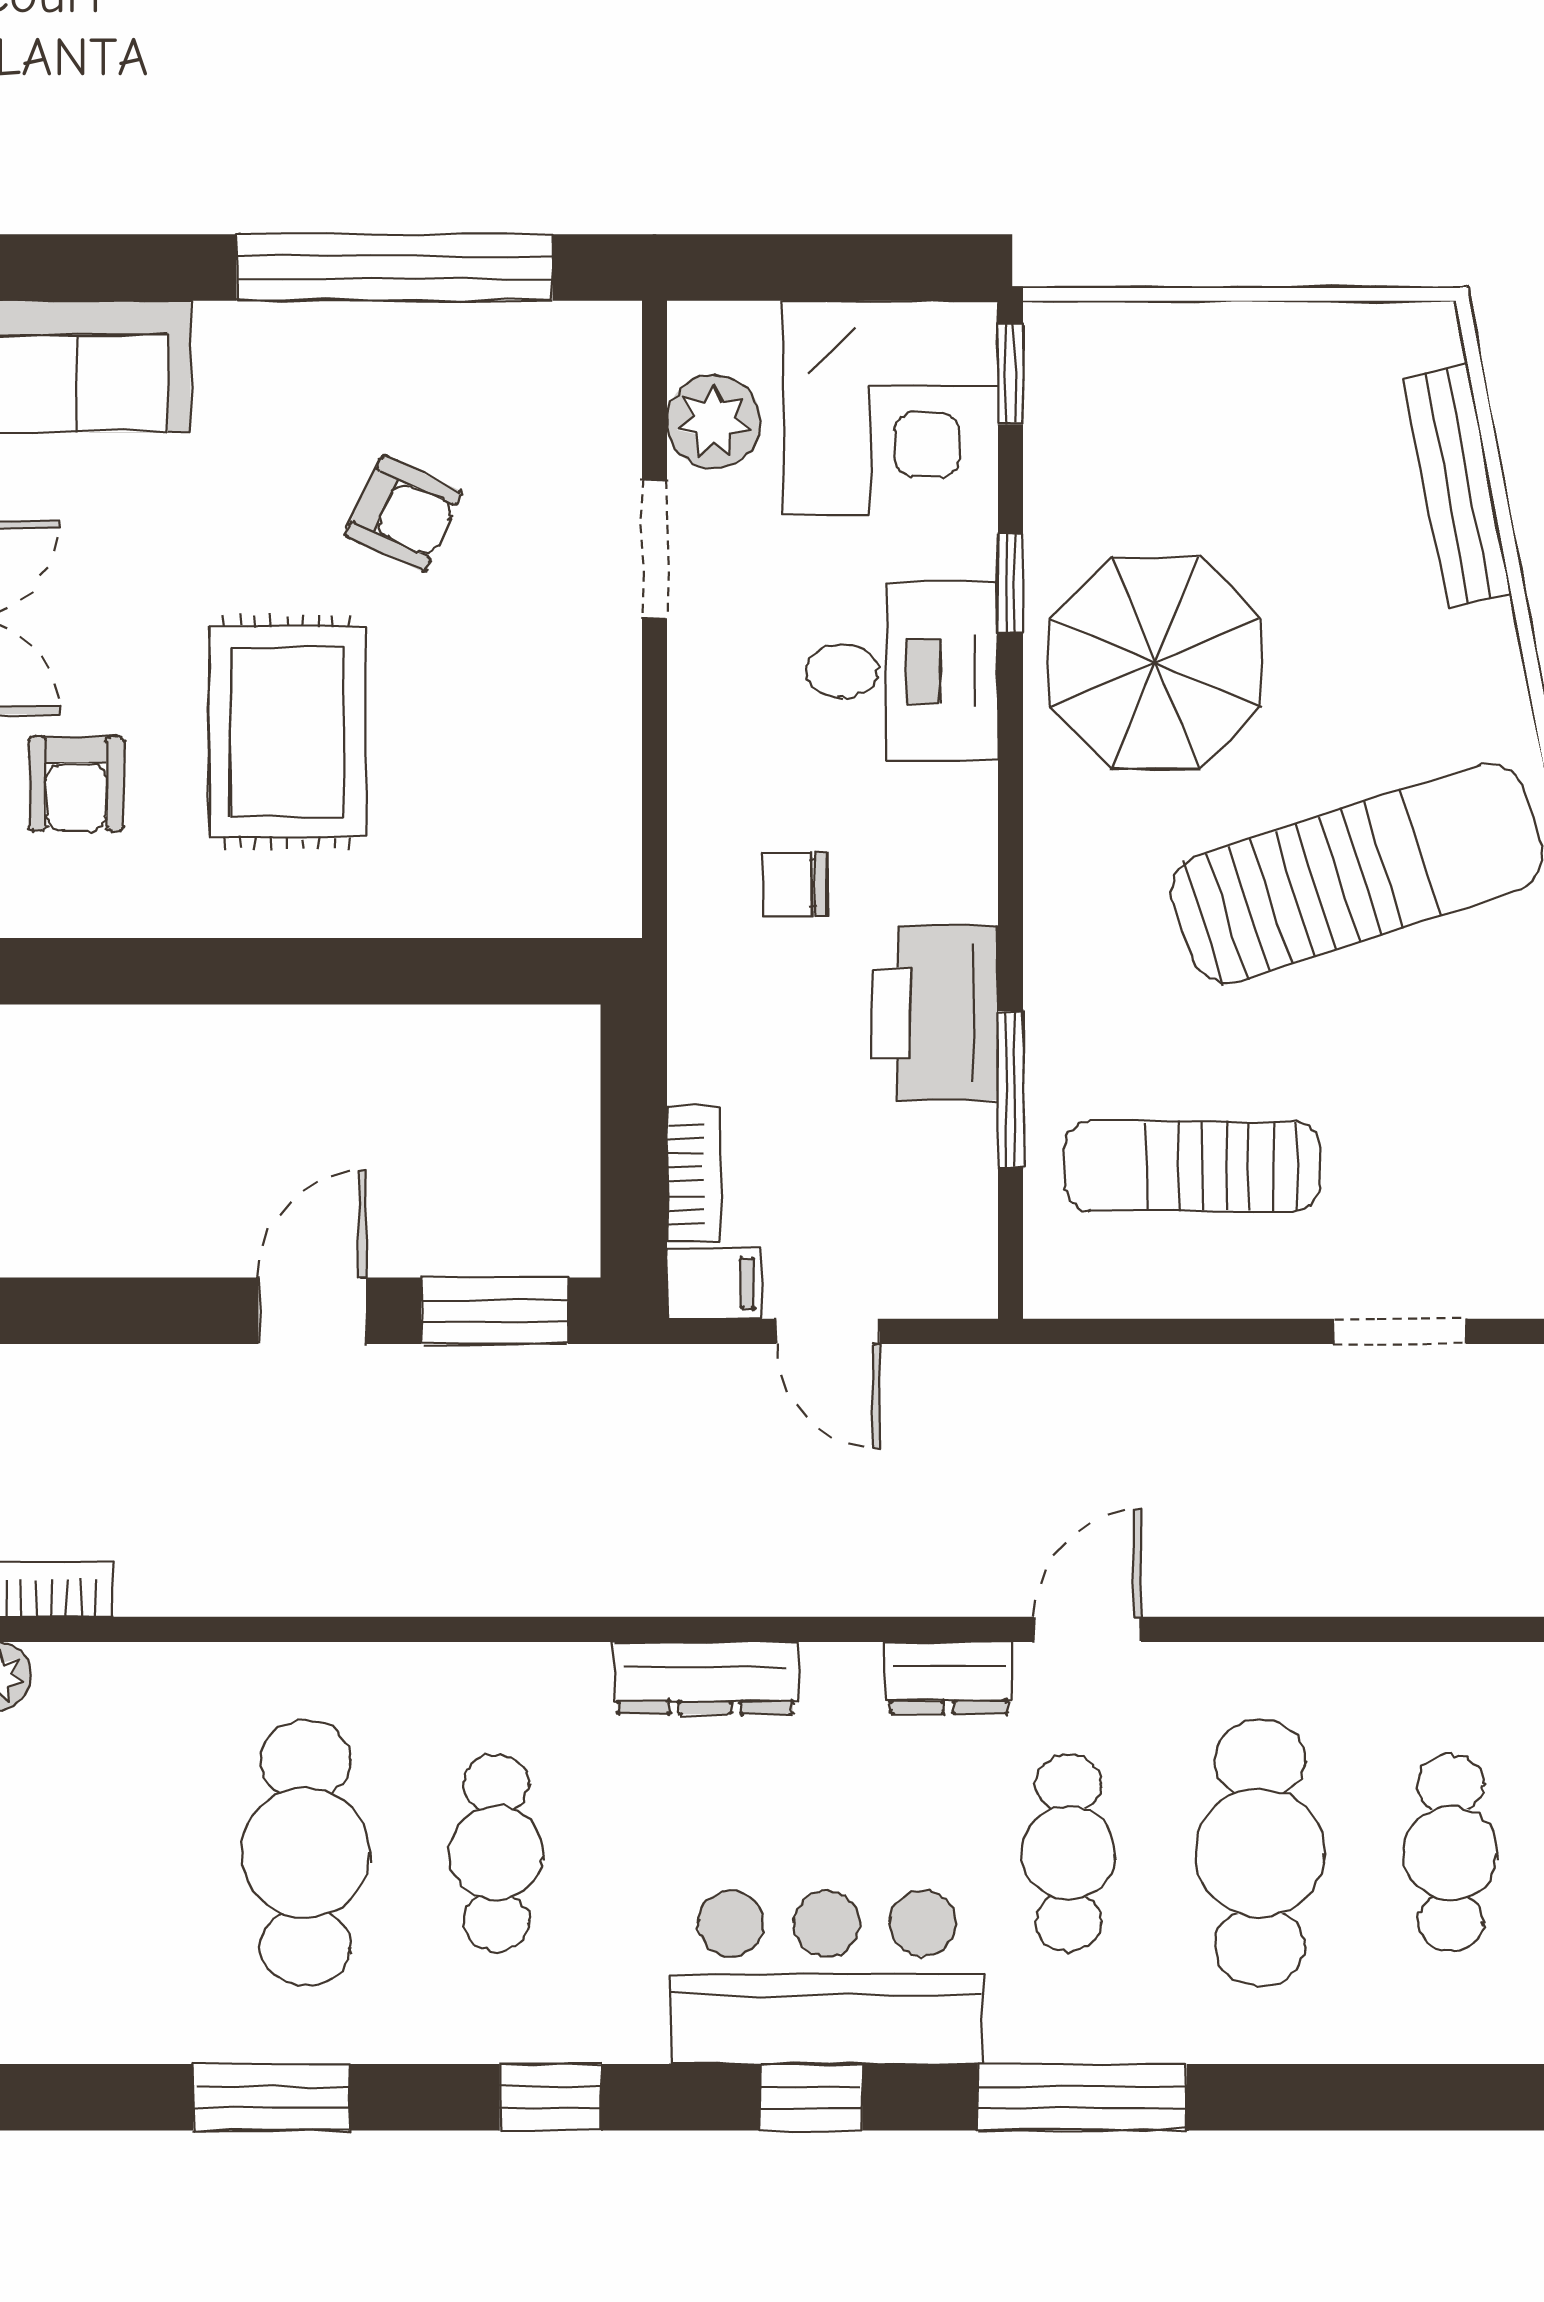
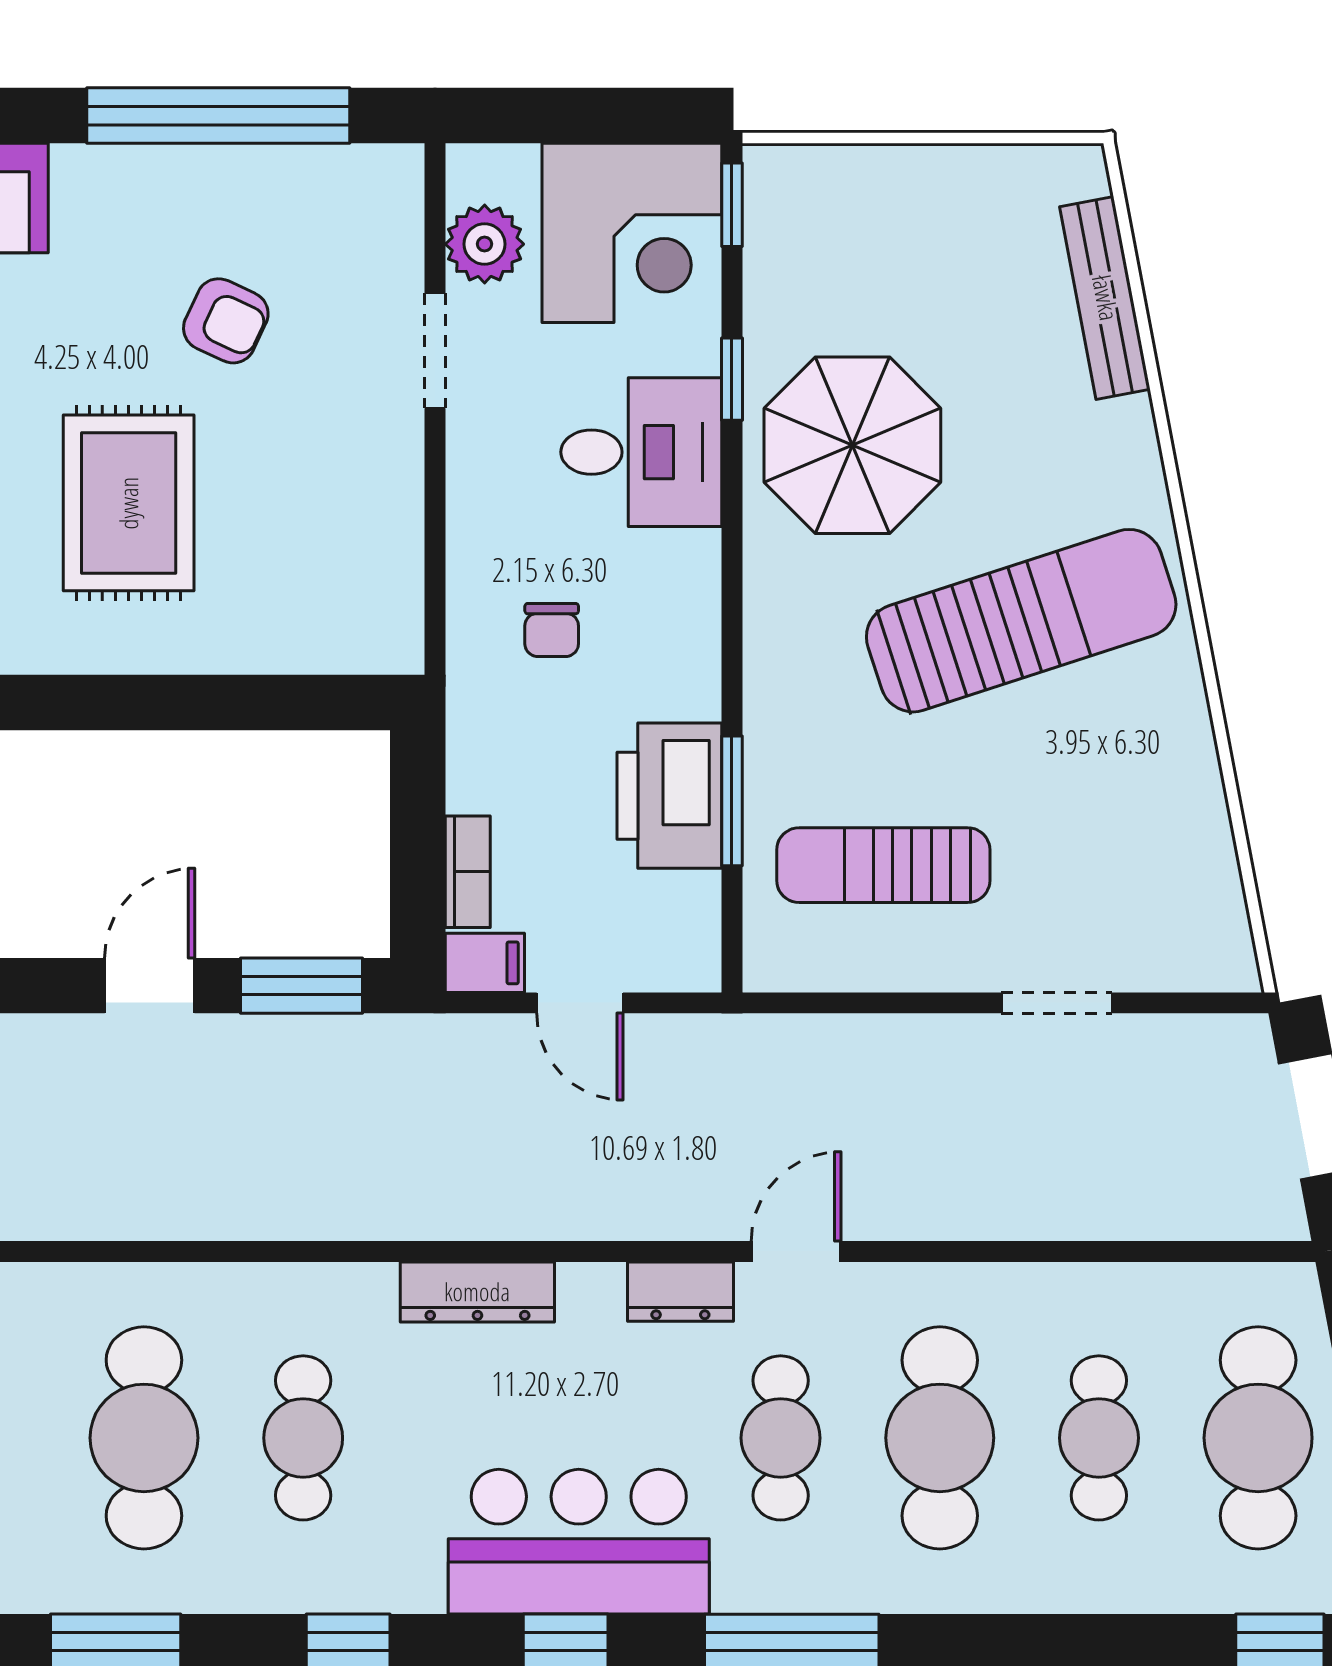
chair: (794, 884) -> (552, 630), turned -90
printer: (935, 1013) -> (669, 796), moved

